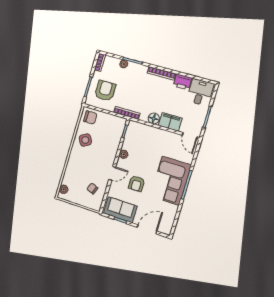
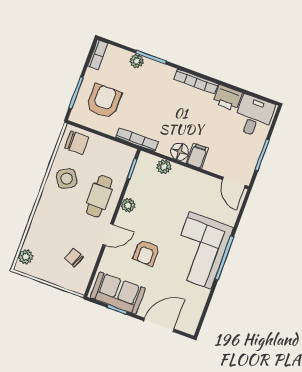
filing cabinet: (170, 122) -> (197, 156), width x0.50
plant: (144, 129) -> (164, 167), added
cafe table: (106, 150) -> (99, 196), added

